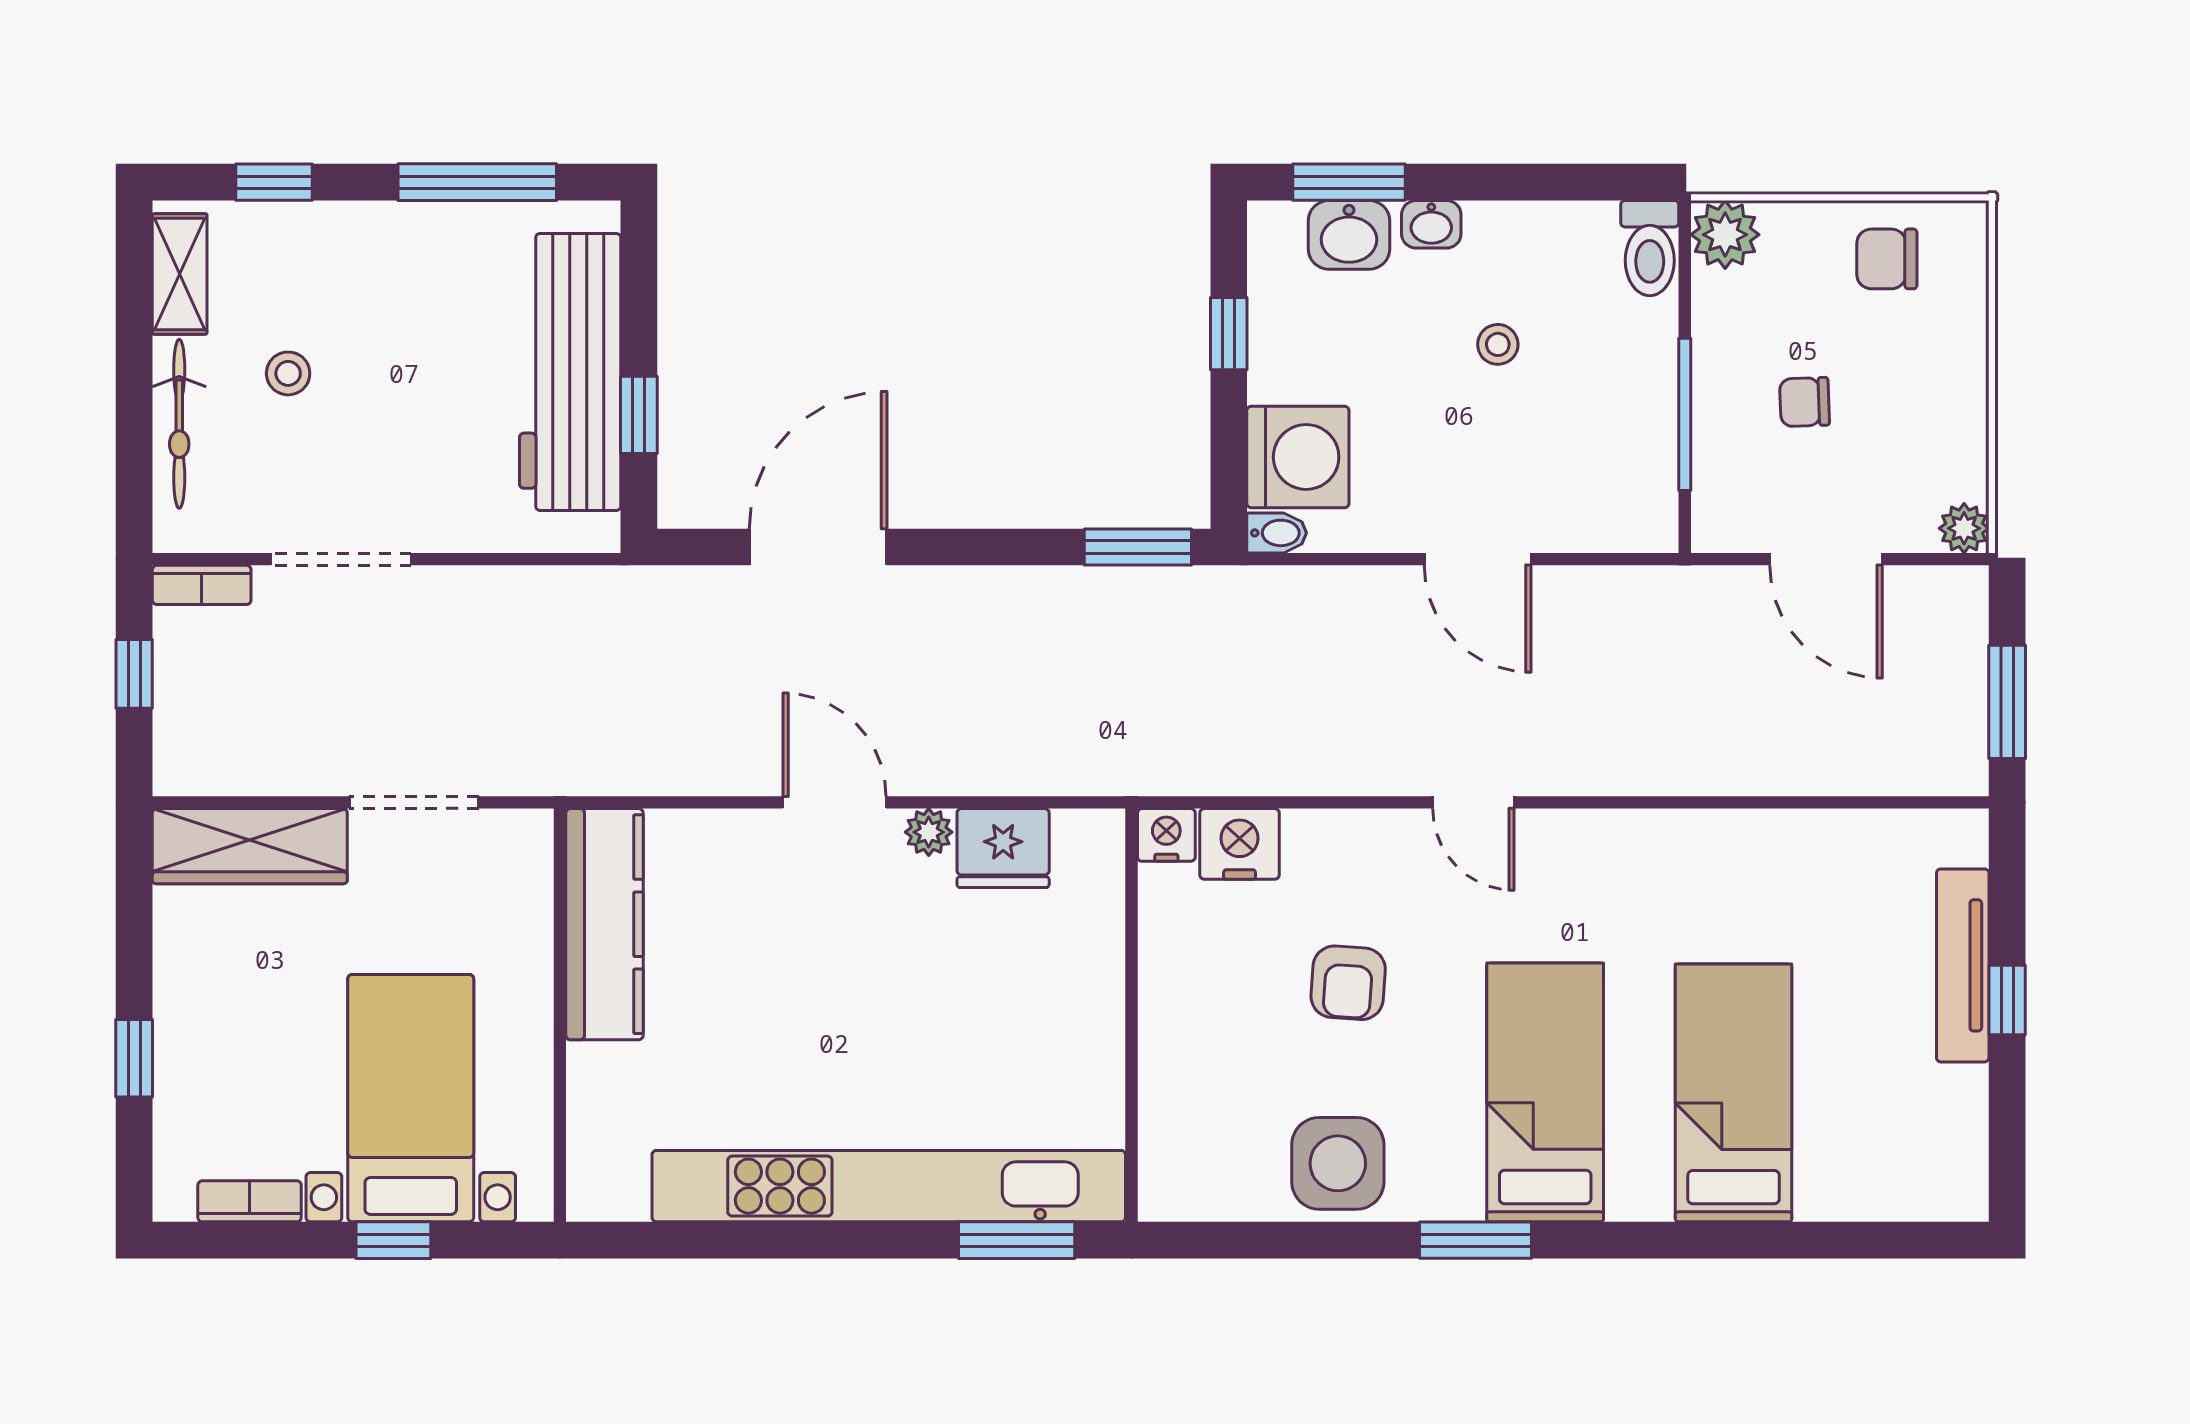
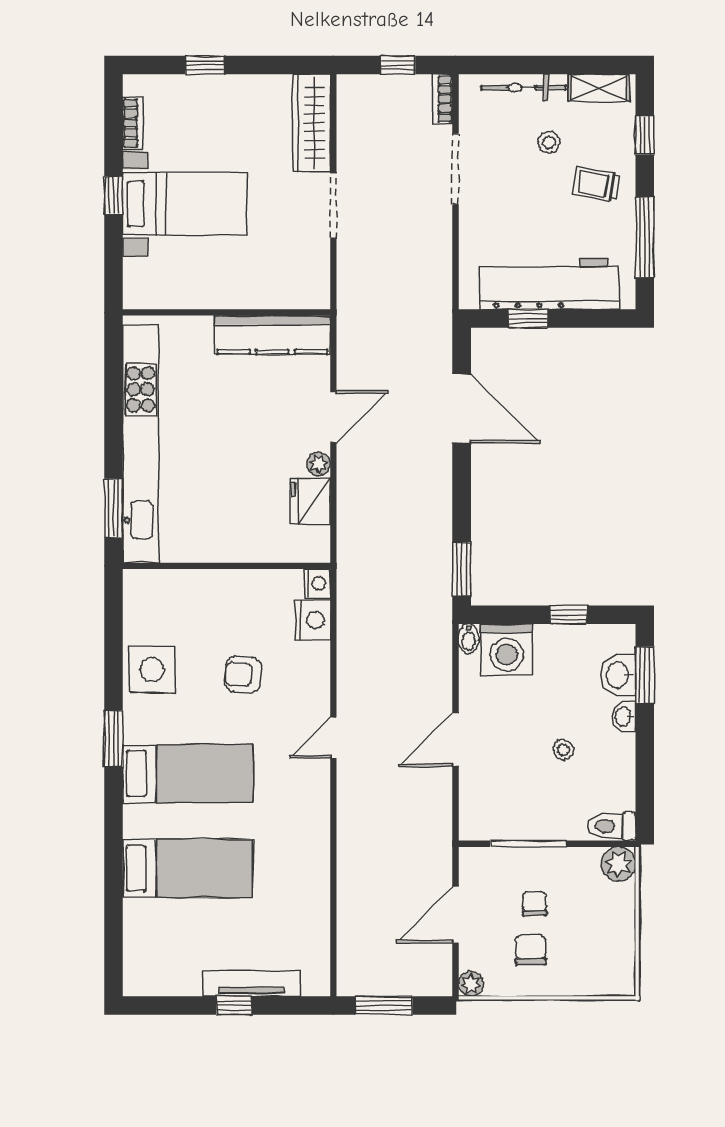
chair: (1887, 259) -> (531, 950), moved
trolley: (372, 279) -> (596, 184), added
kitchen counter: (604, 924) -> (272, 335), moved
wall: (560, 1015) -> (226, 312), moved

